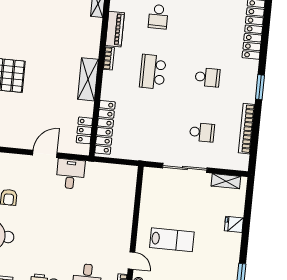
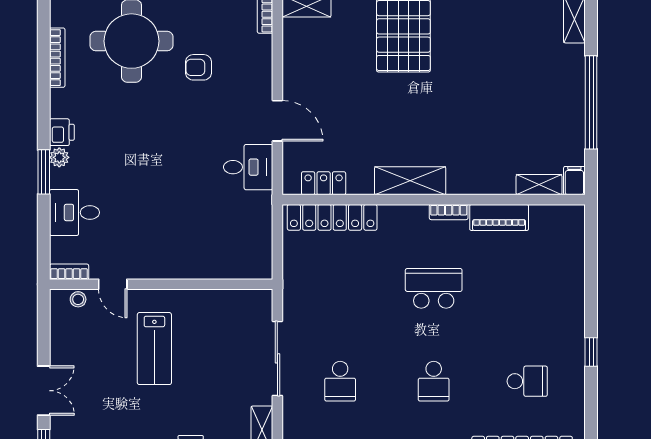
school desk: (158, 17) -> (527, 381), moved, turned 180
door: (131, 261) -> (113, 284), hinge flipped

